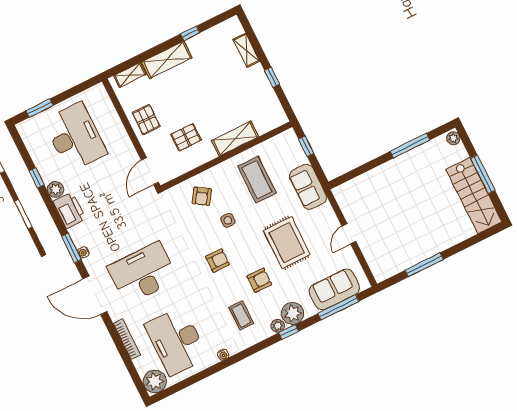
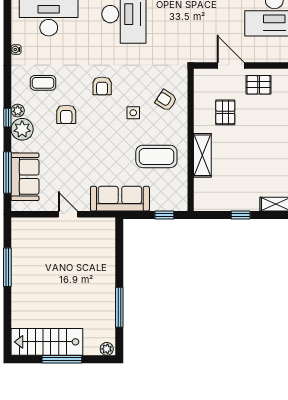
door: (150, 171) -> (231, 65), moved
sofa: (308, 187) -> (120, 199), width x1.36
rug: (287, 243) -> (87, 155), removed

